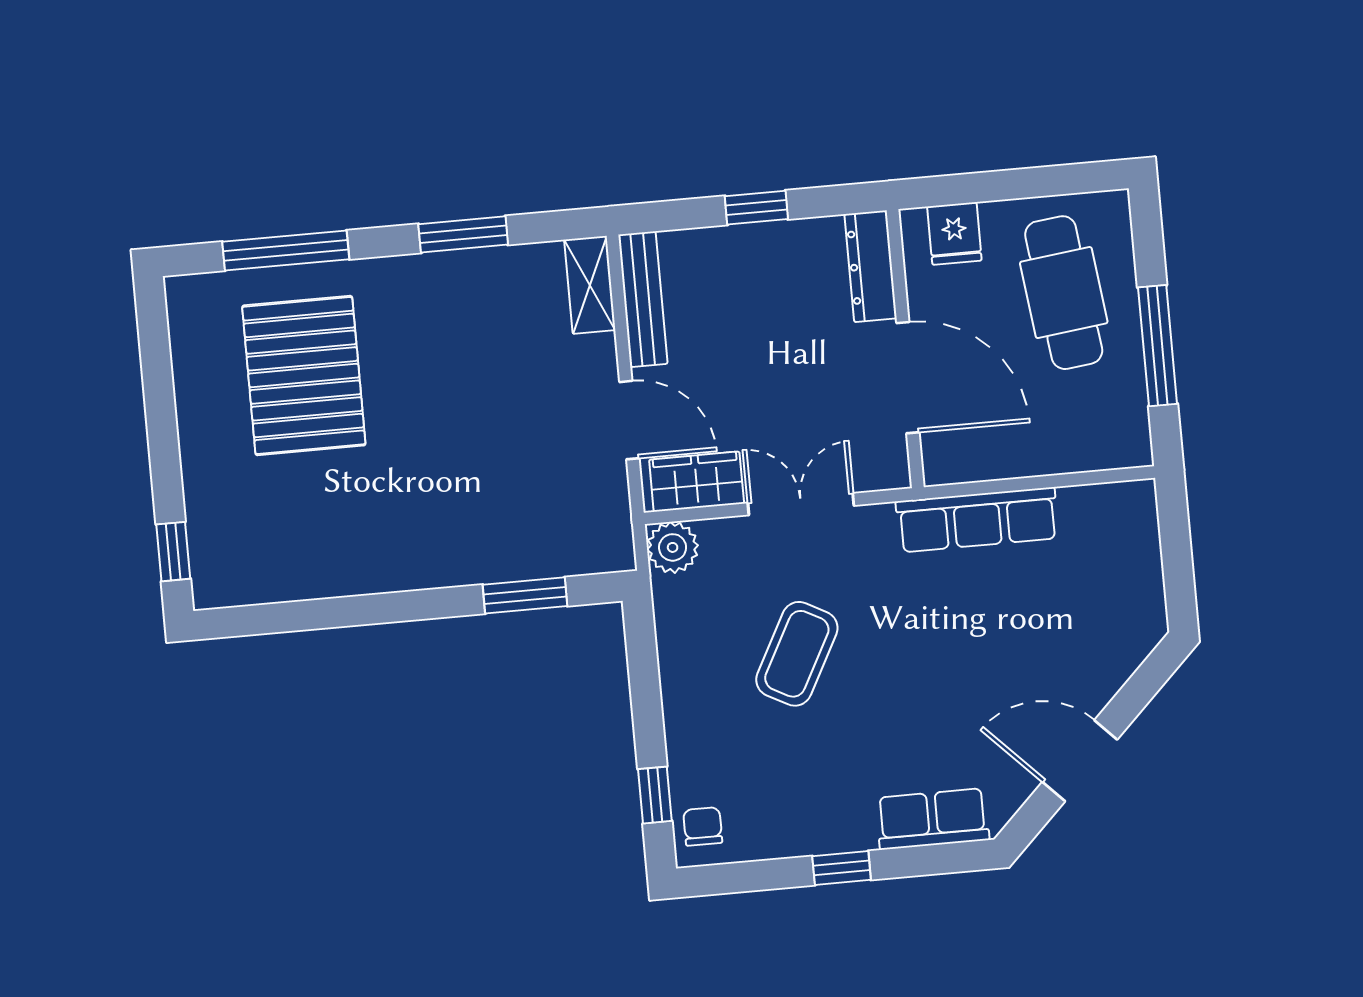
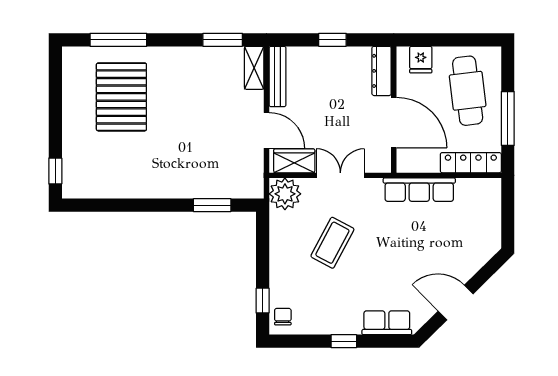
window: (463, 234) -> (223, 40), moved
locker: (1085, 450) -> (471, 163), added
plant: (673, 547) -> (285, 194), width x1.36, depth x1.36

